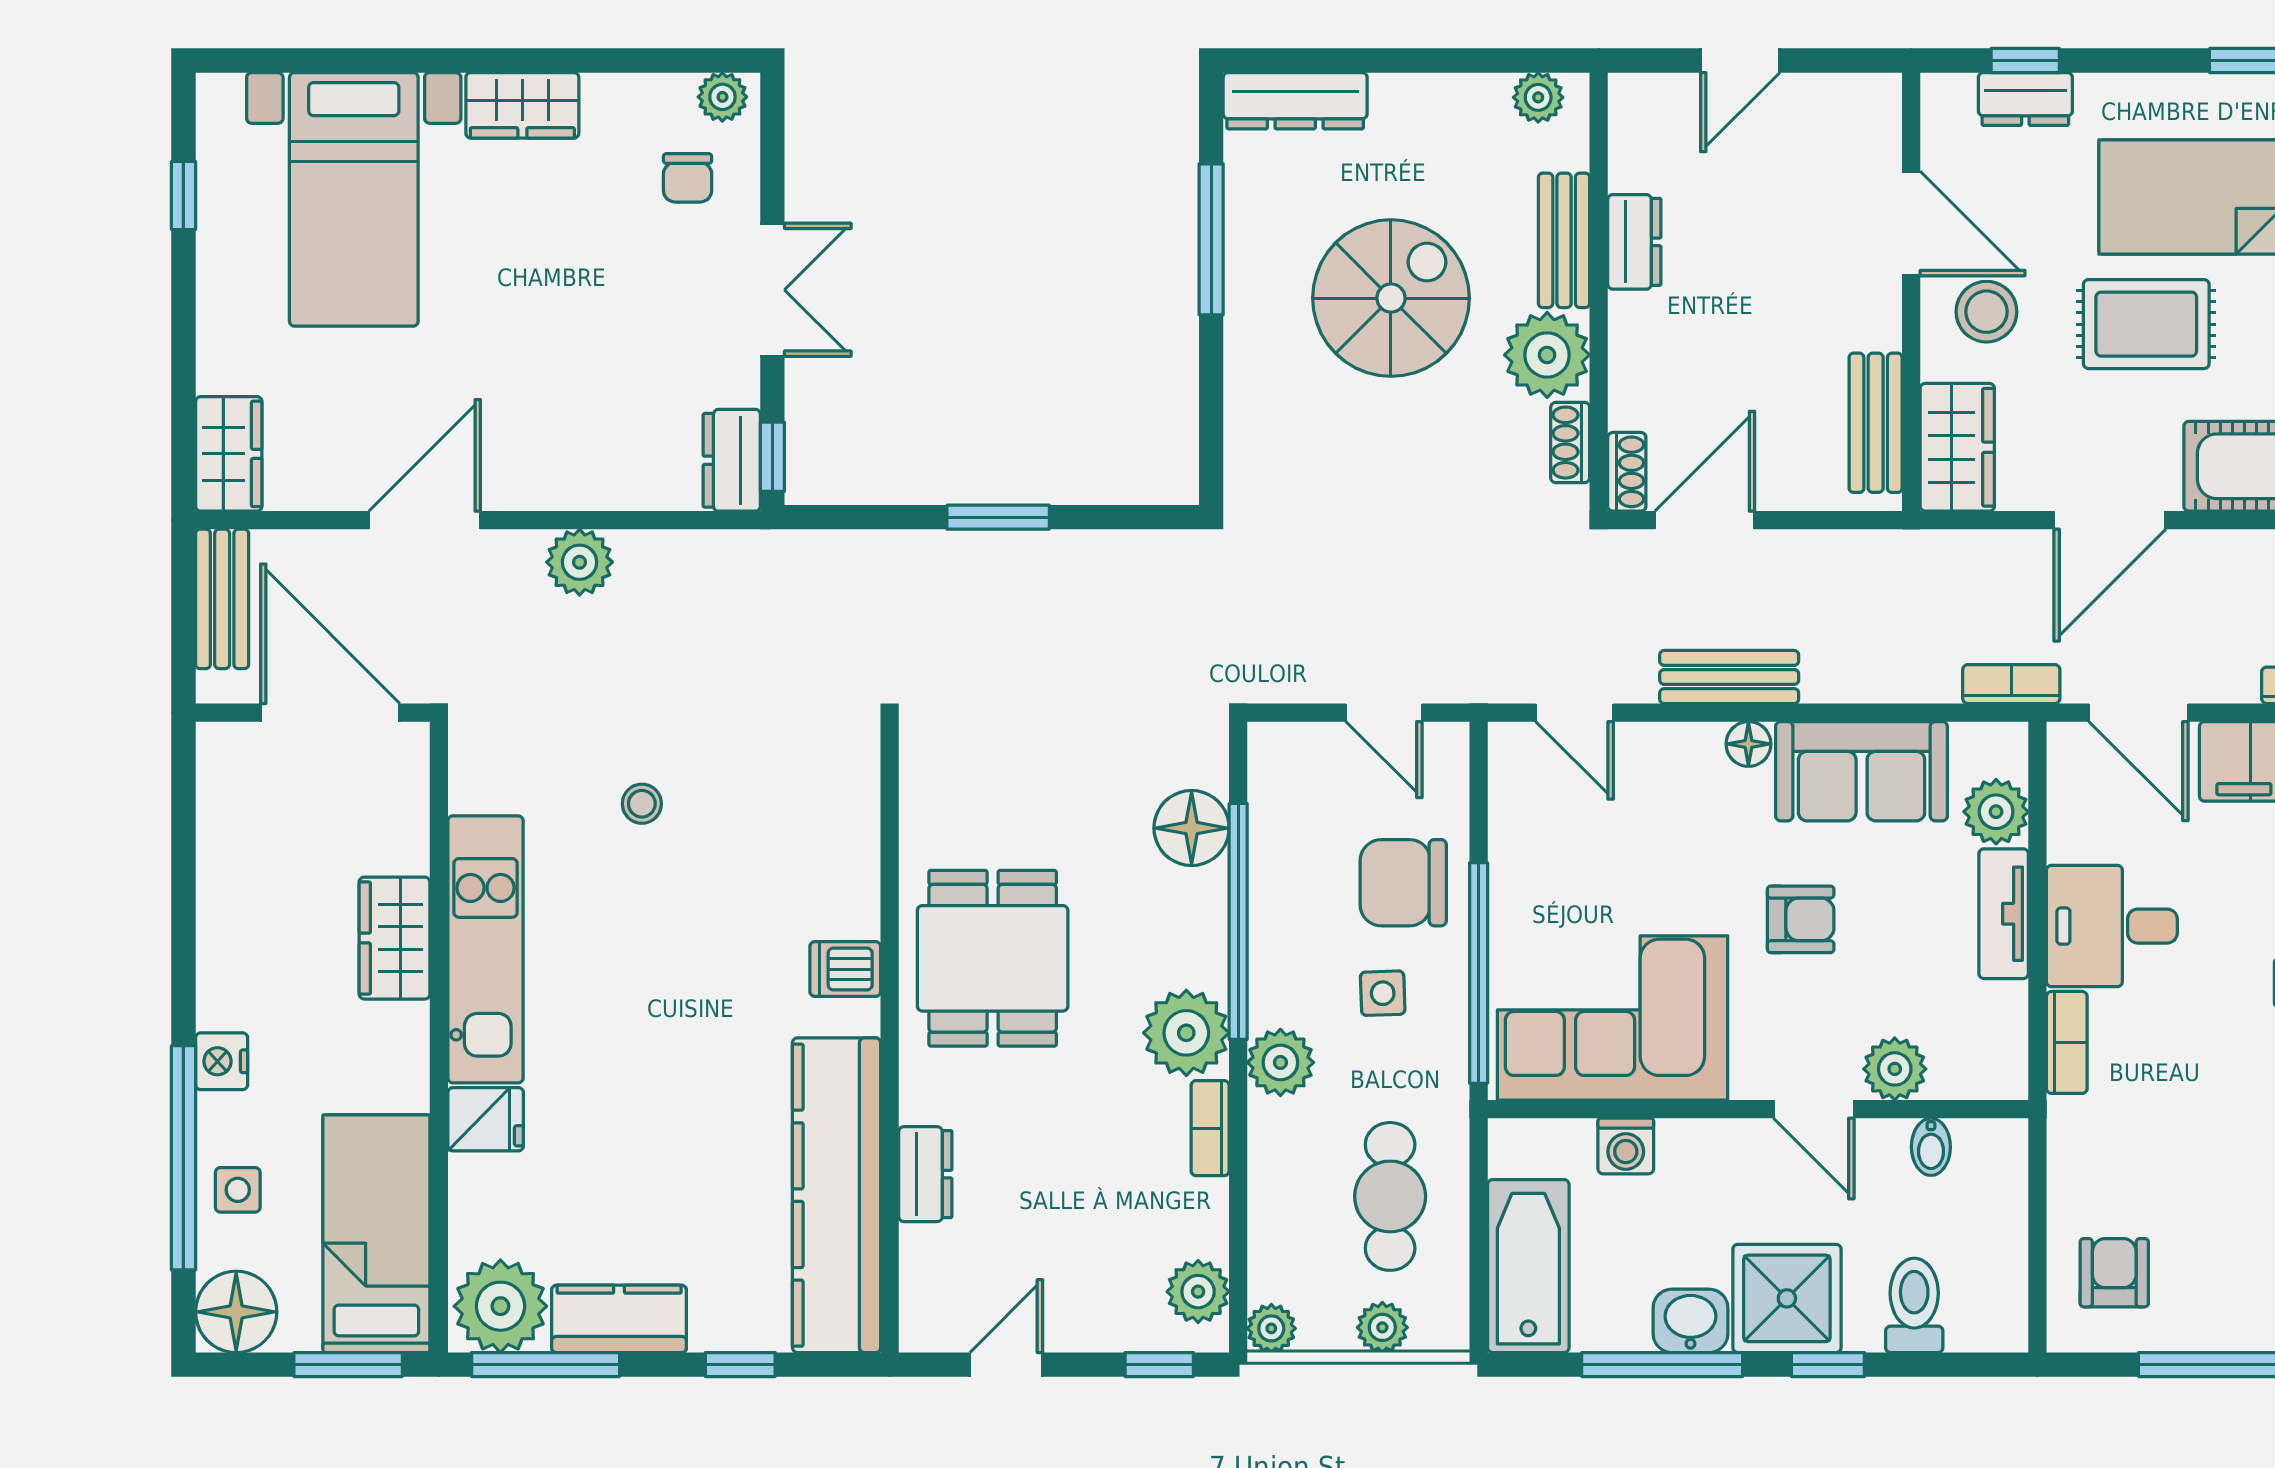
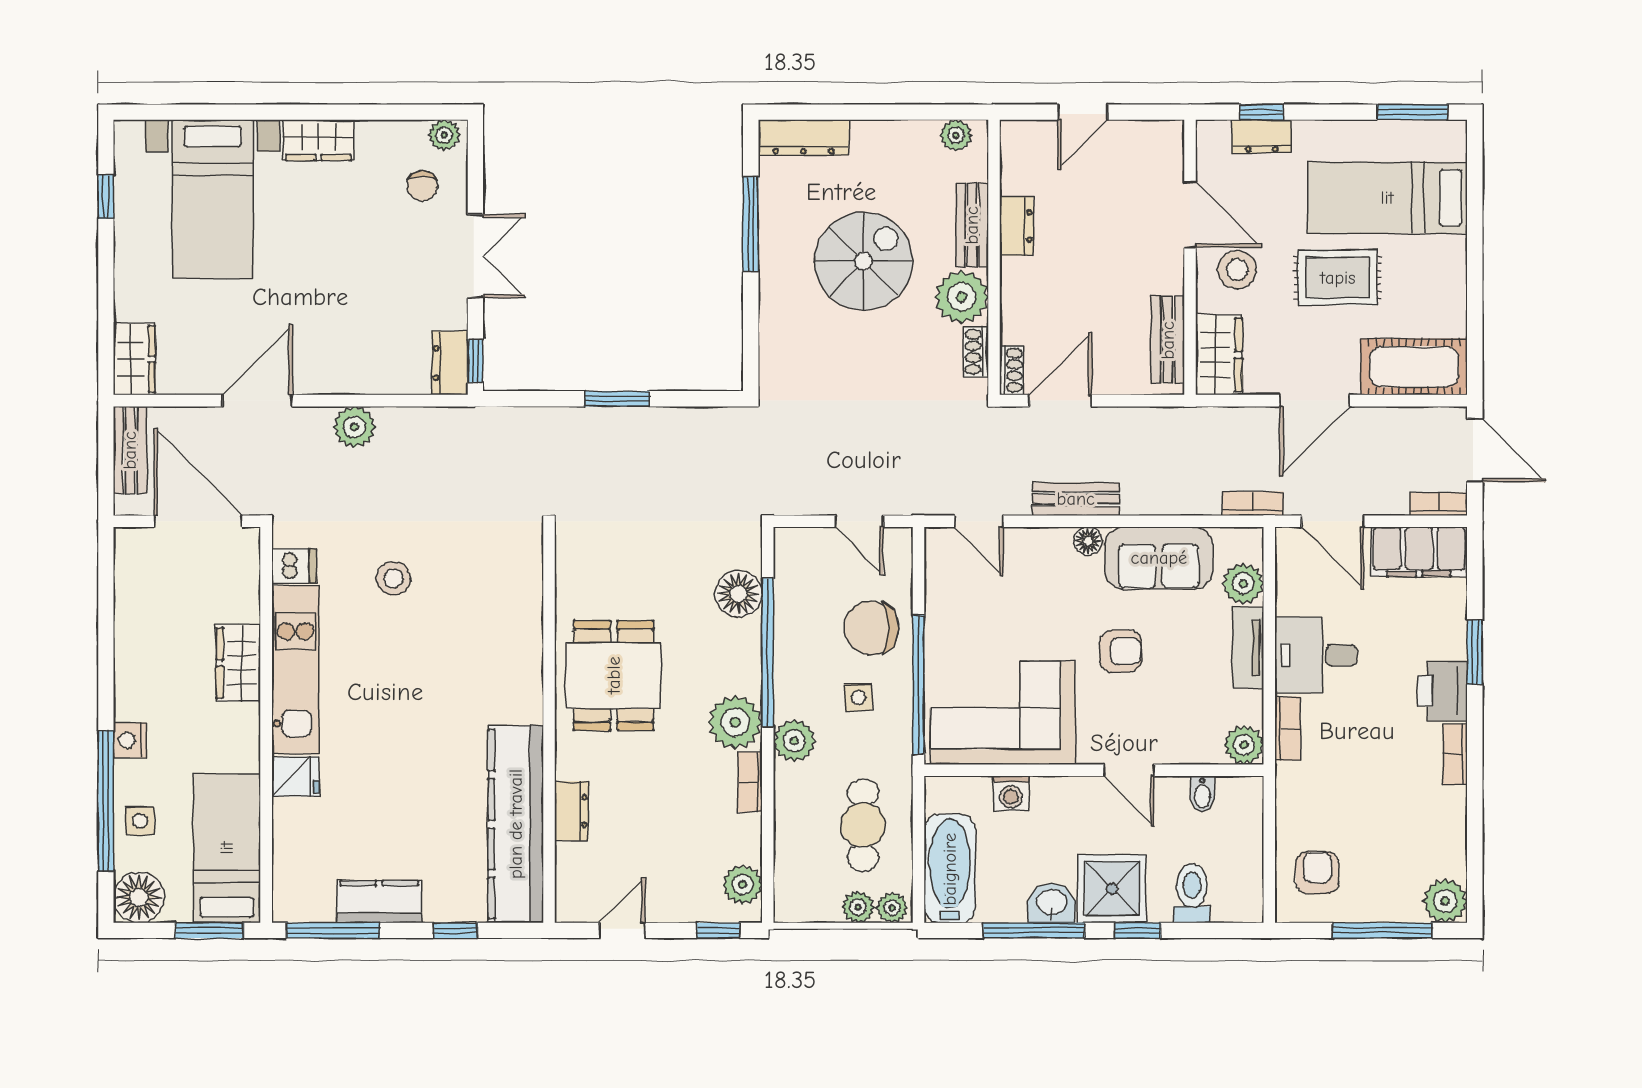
stool: (642, 804) -> (394, 578), width x1.37, depth x1.37
dishwasher: (845, 969) -> (294, 566), moved, turned 180
plant: (1895, 1069) -> (1244, 745), moved
plant: (500, 1306) -> (305, 894), removed
plant: (1271, 1328) -> (892, 908), moved

